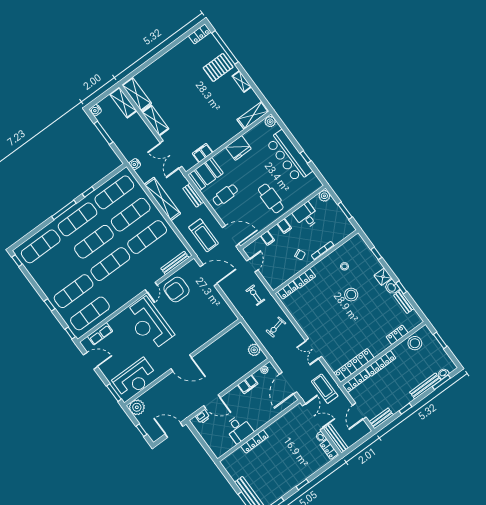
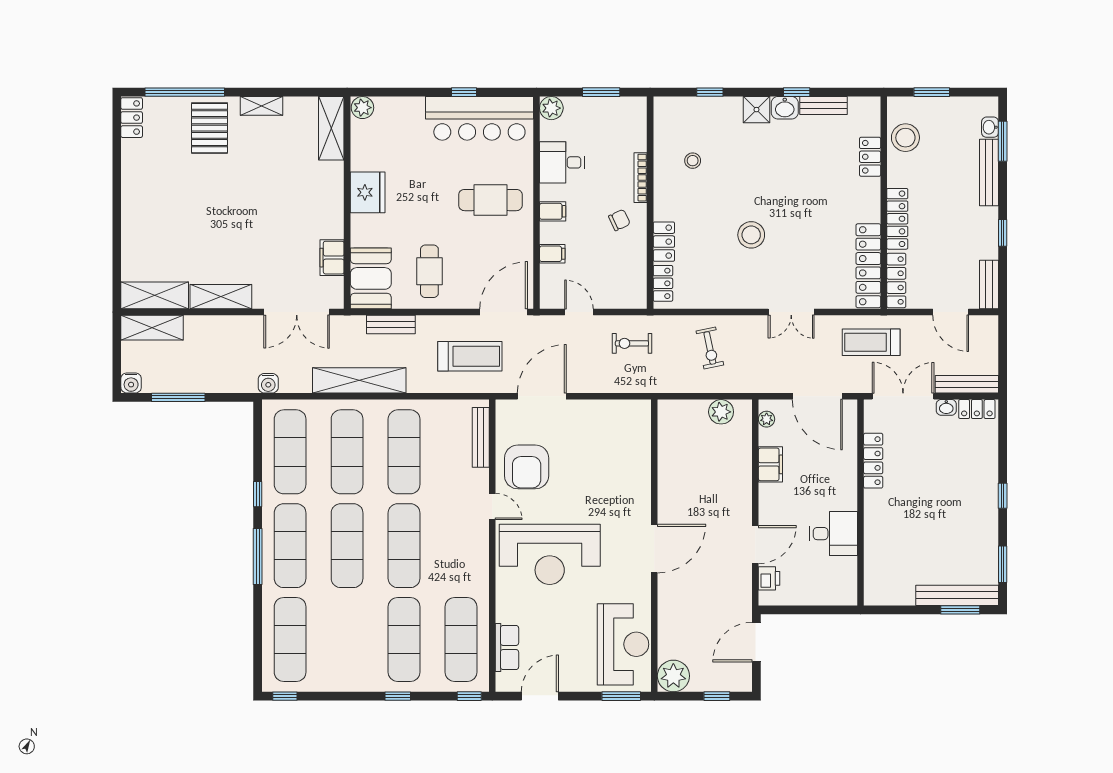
bar counter: (289, 156) -> (479, 118), moved
stool: (351, 295) -> (751, 235), moved
locker: (255, 441) -> (873, 461), moved

